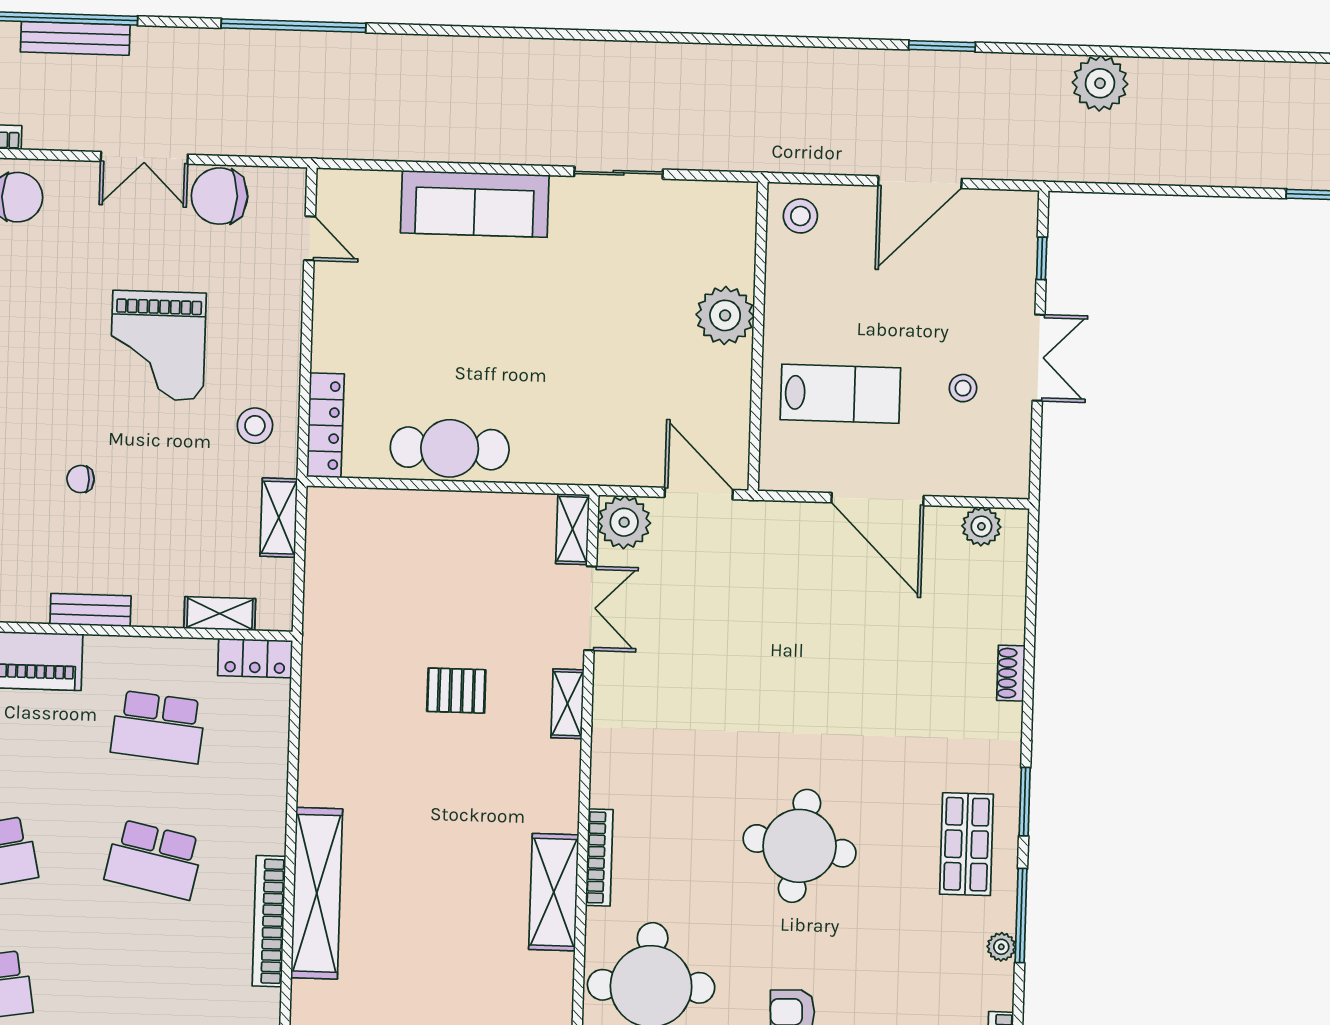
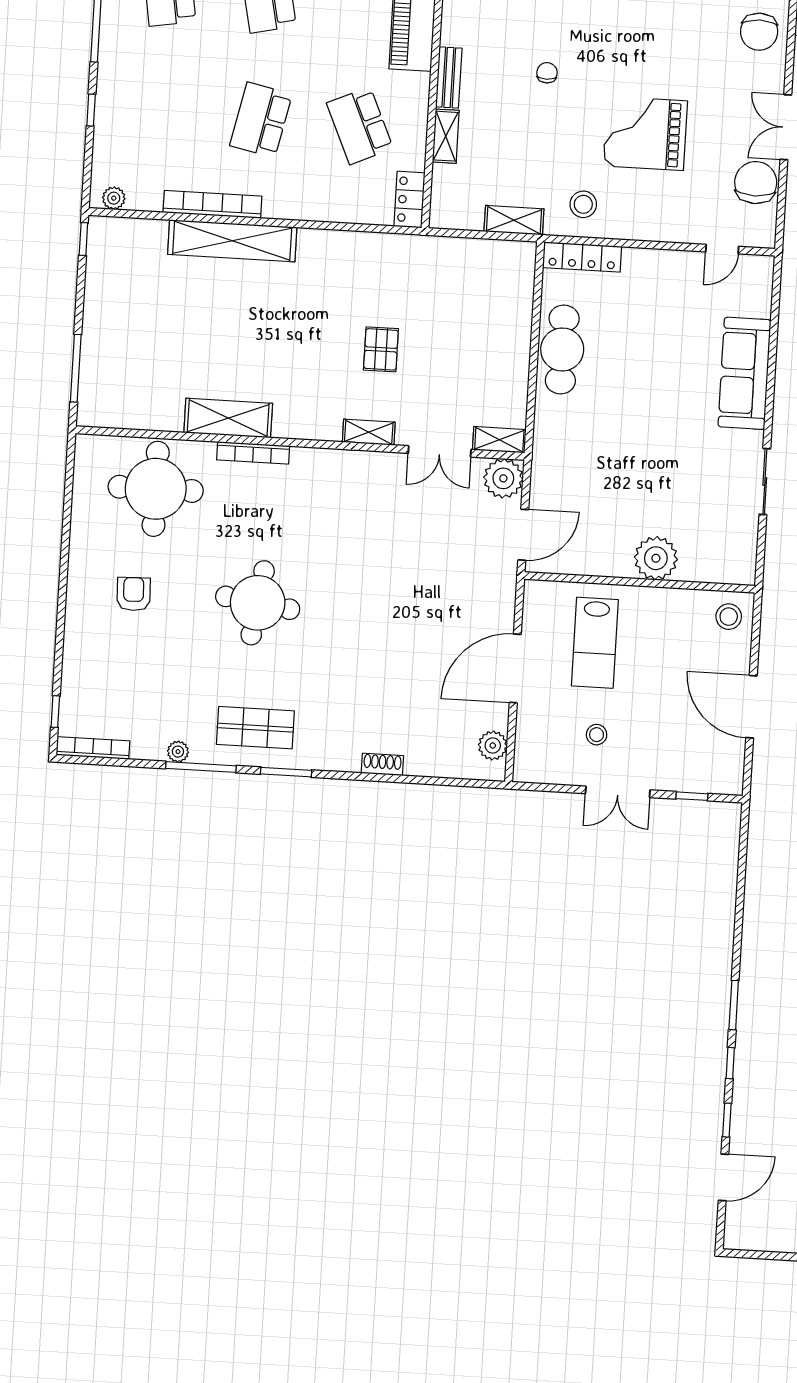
shelving: (220, 614) -> (446, 136), moved
school desk: (158, 727) -> (360, 126), turned -30

